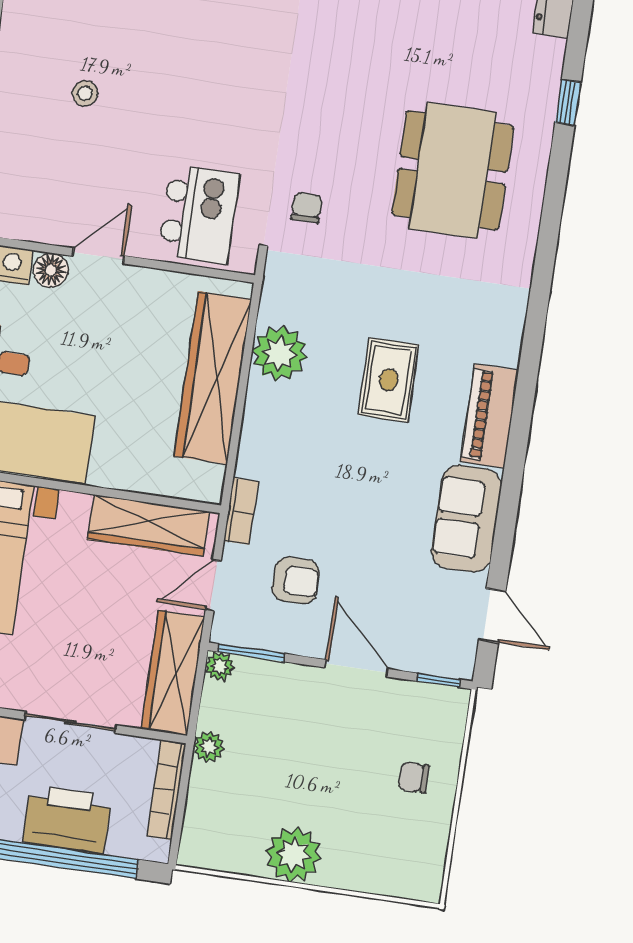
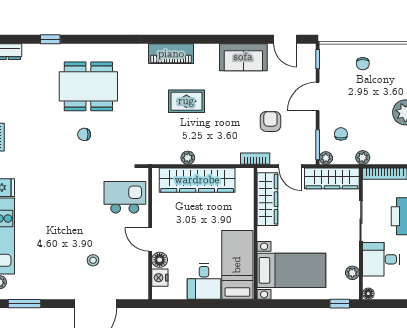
stool: (85, 93) -> (93, 260), moved
chair: (307, 208) -> (84, 134), moved
plant: (280, 354) -> (188, 158), width x0.53, depth x0.53
piano: (490, 416) -> (171, 54), moved
armchair: (296, 581) -> (270, 121), moved
door: (492, 616) -> (285, 39), swing flipped
chair: (267, 707) -> (341, 134), added

